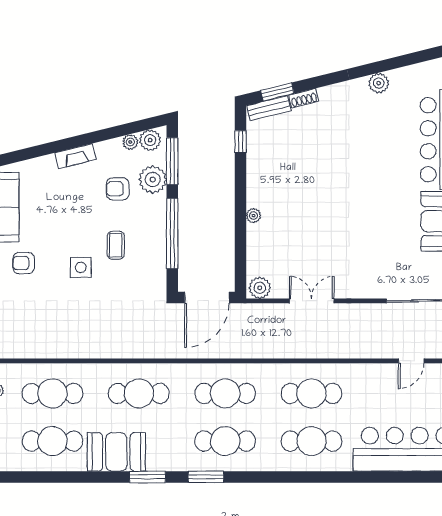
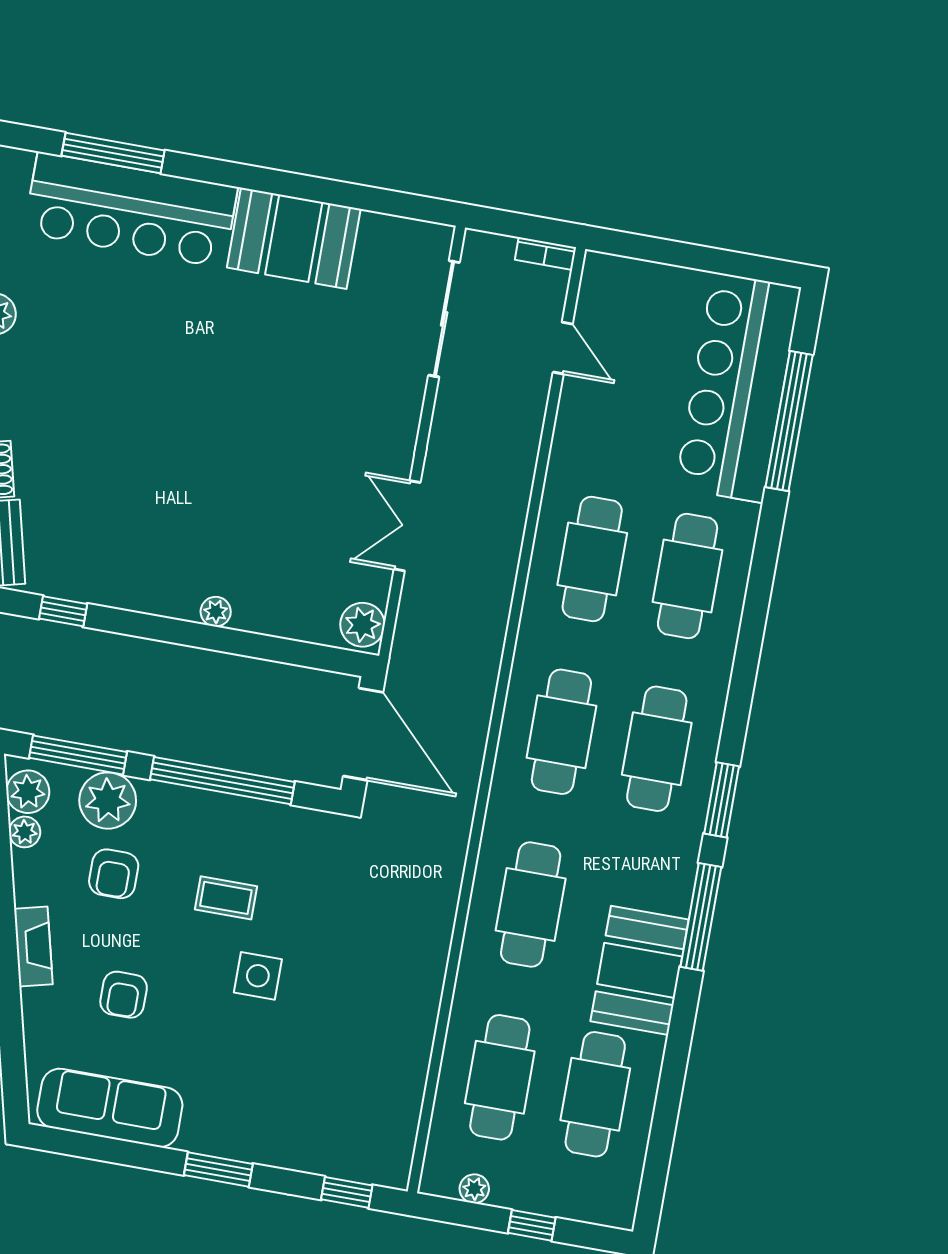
armchair: (24, 263) -> (124, 995), moved
window: (147, 477) -> (701, 917), width x1.44
window: (395, 477) -> (789, 421), added

